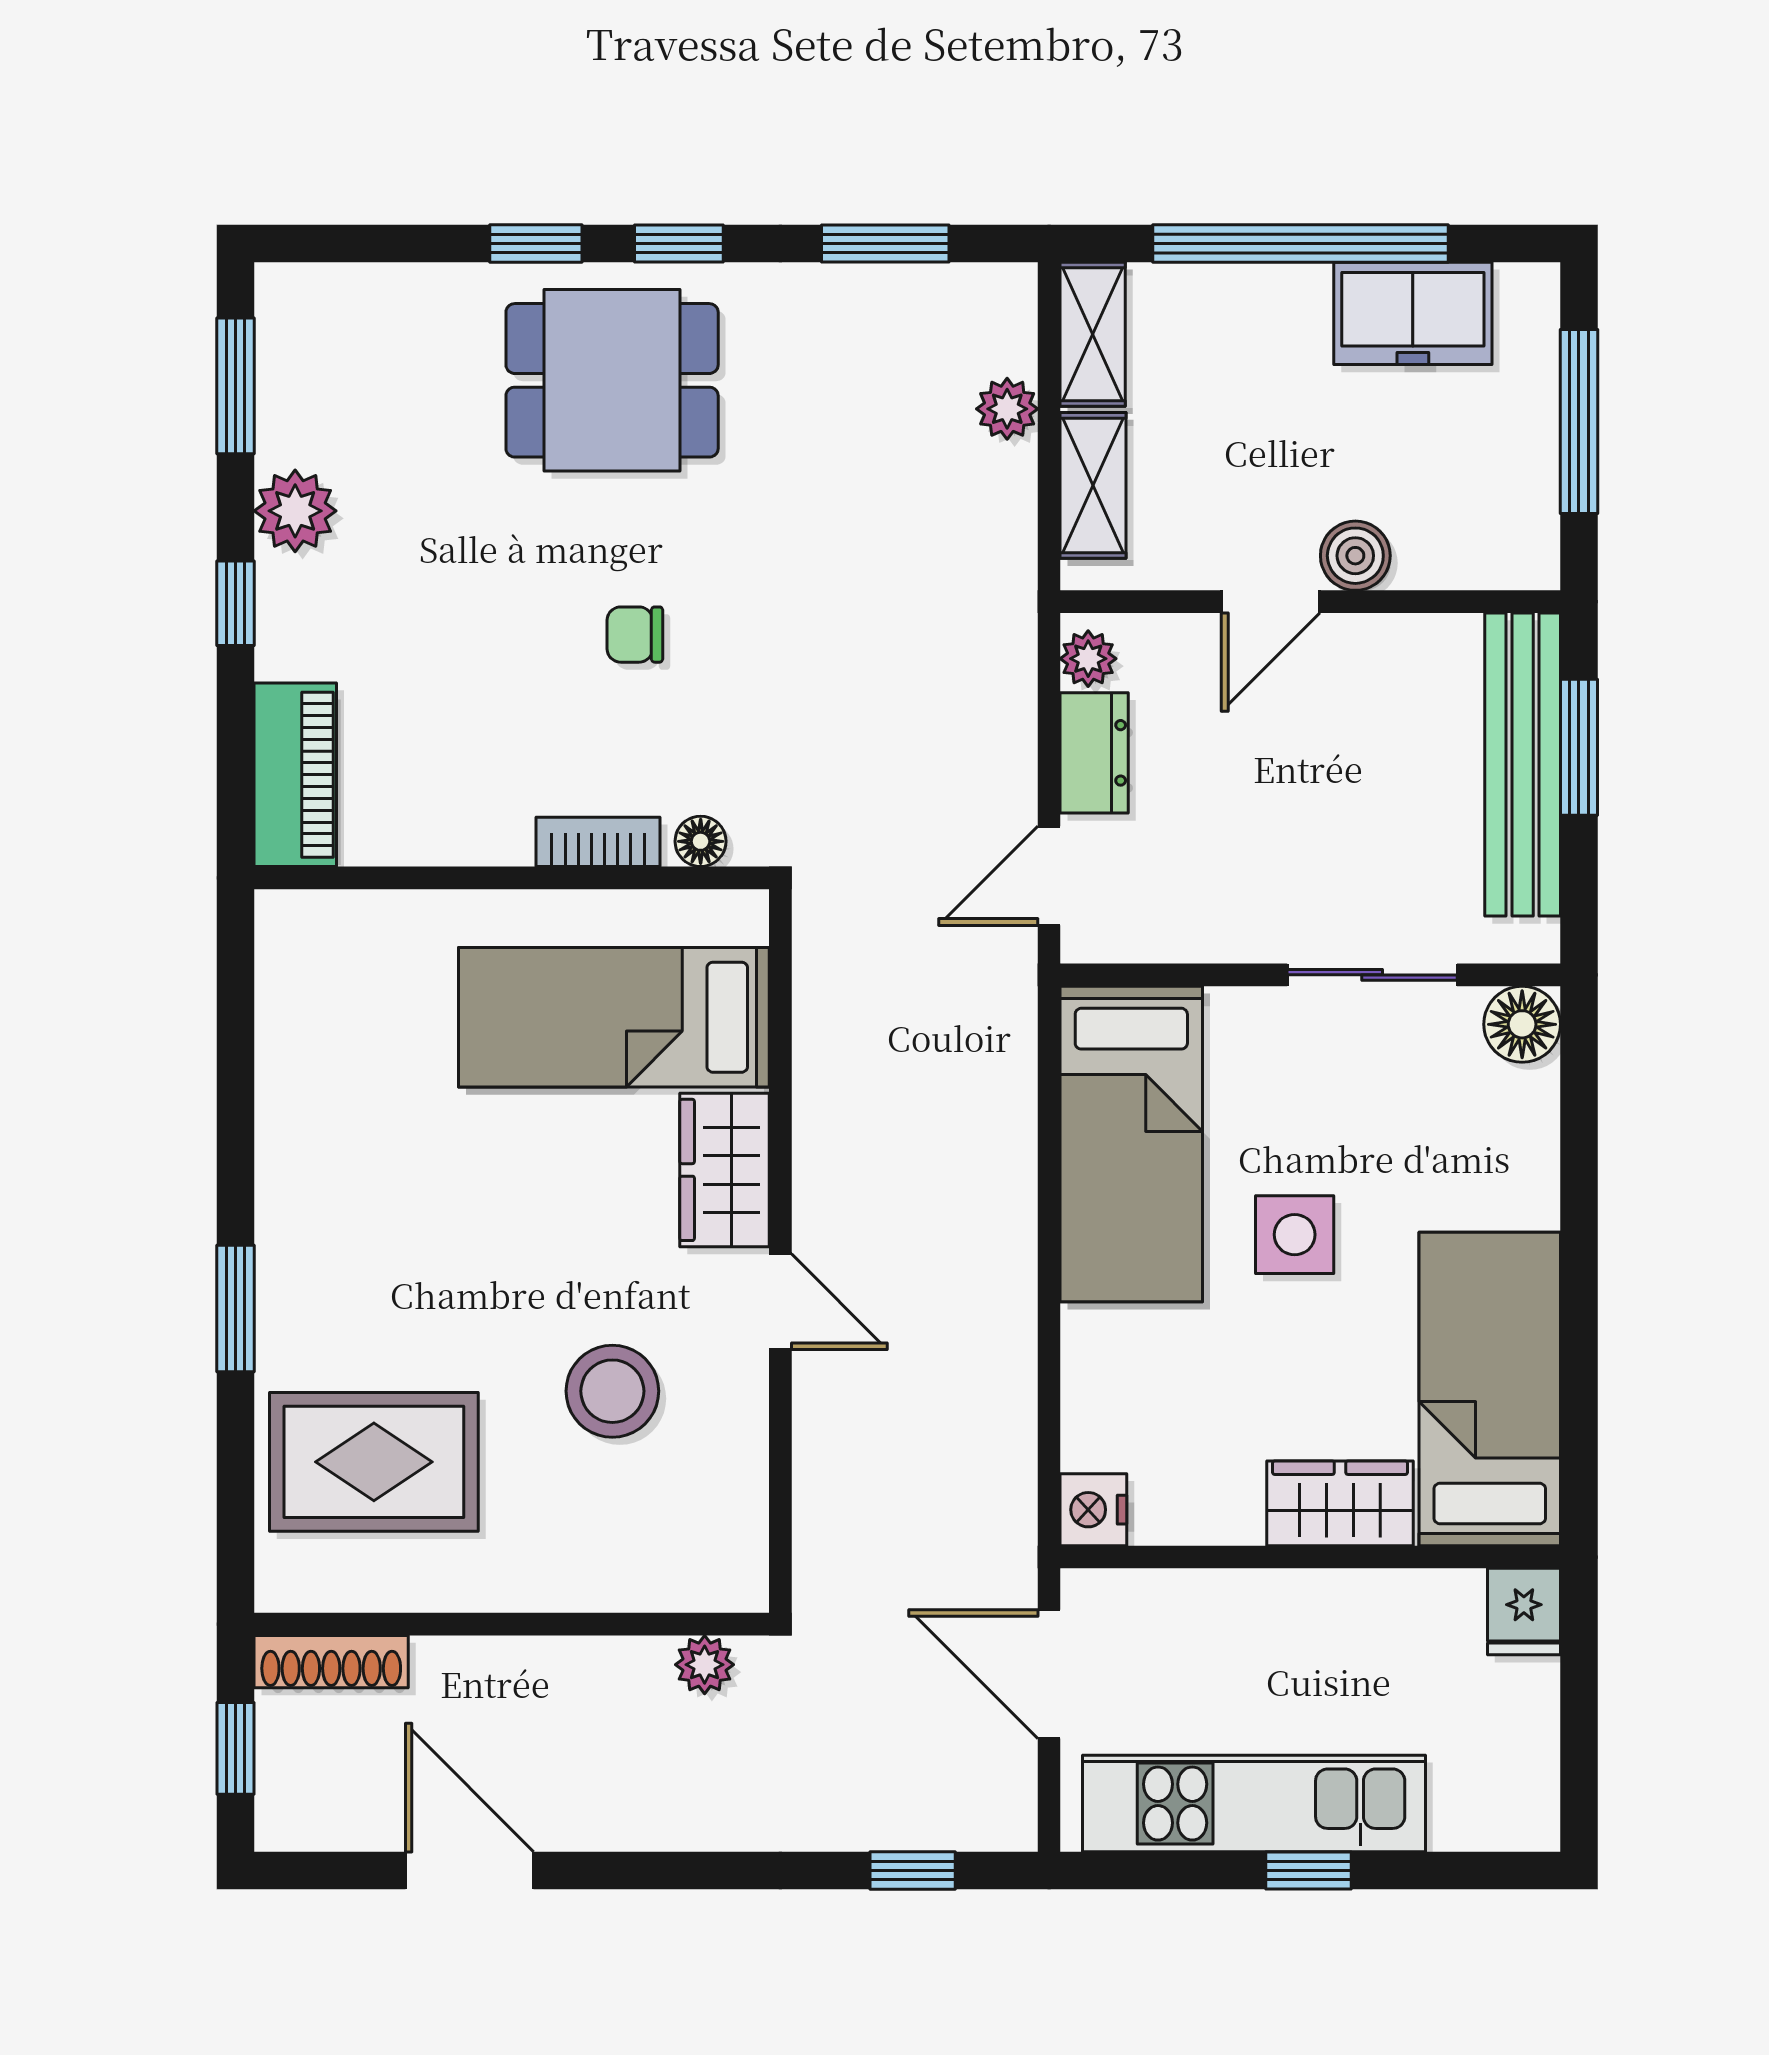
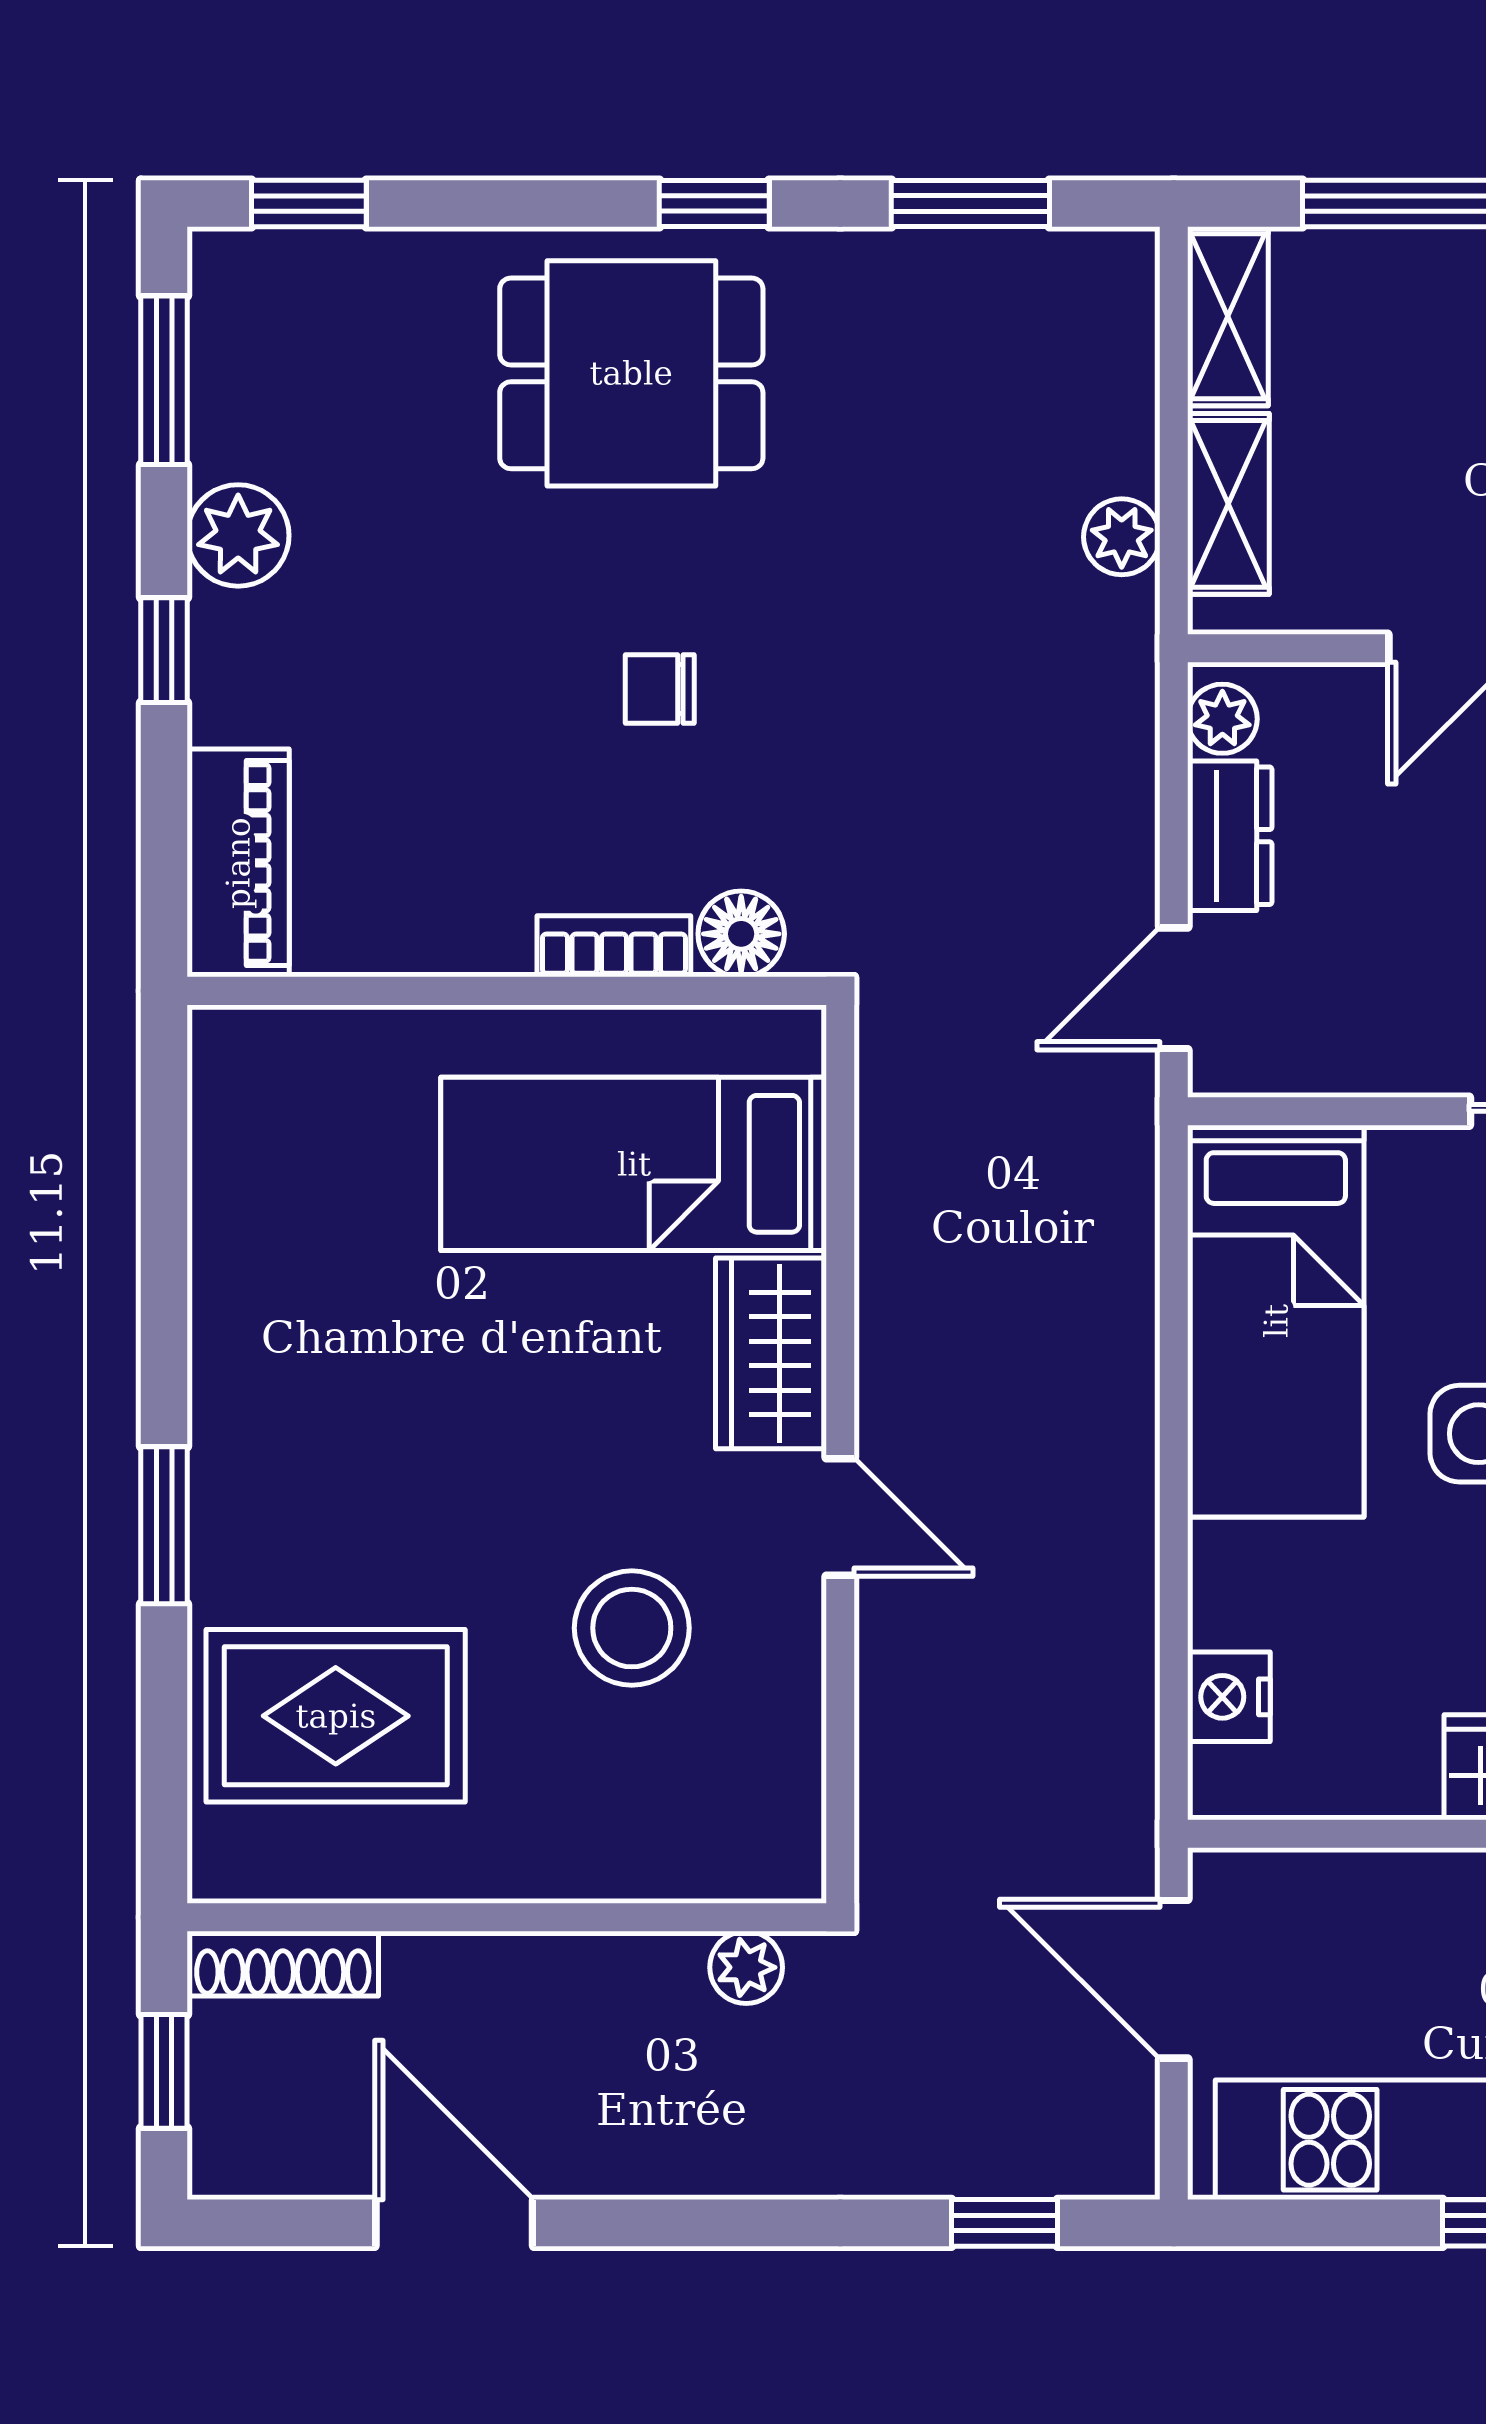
window: (536, 243) -> (309, 204), moved
plant: (1007, 409) -> (1122, 537), moved
floor lamp: (701, 841) -> (741, 934), width x1.37, depth x1.37
nightstand: (1093, 1510) -> (1229, 1697), moved

